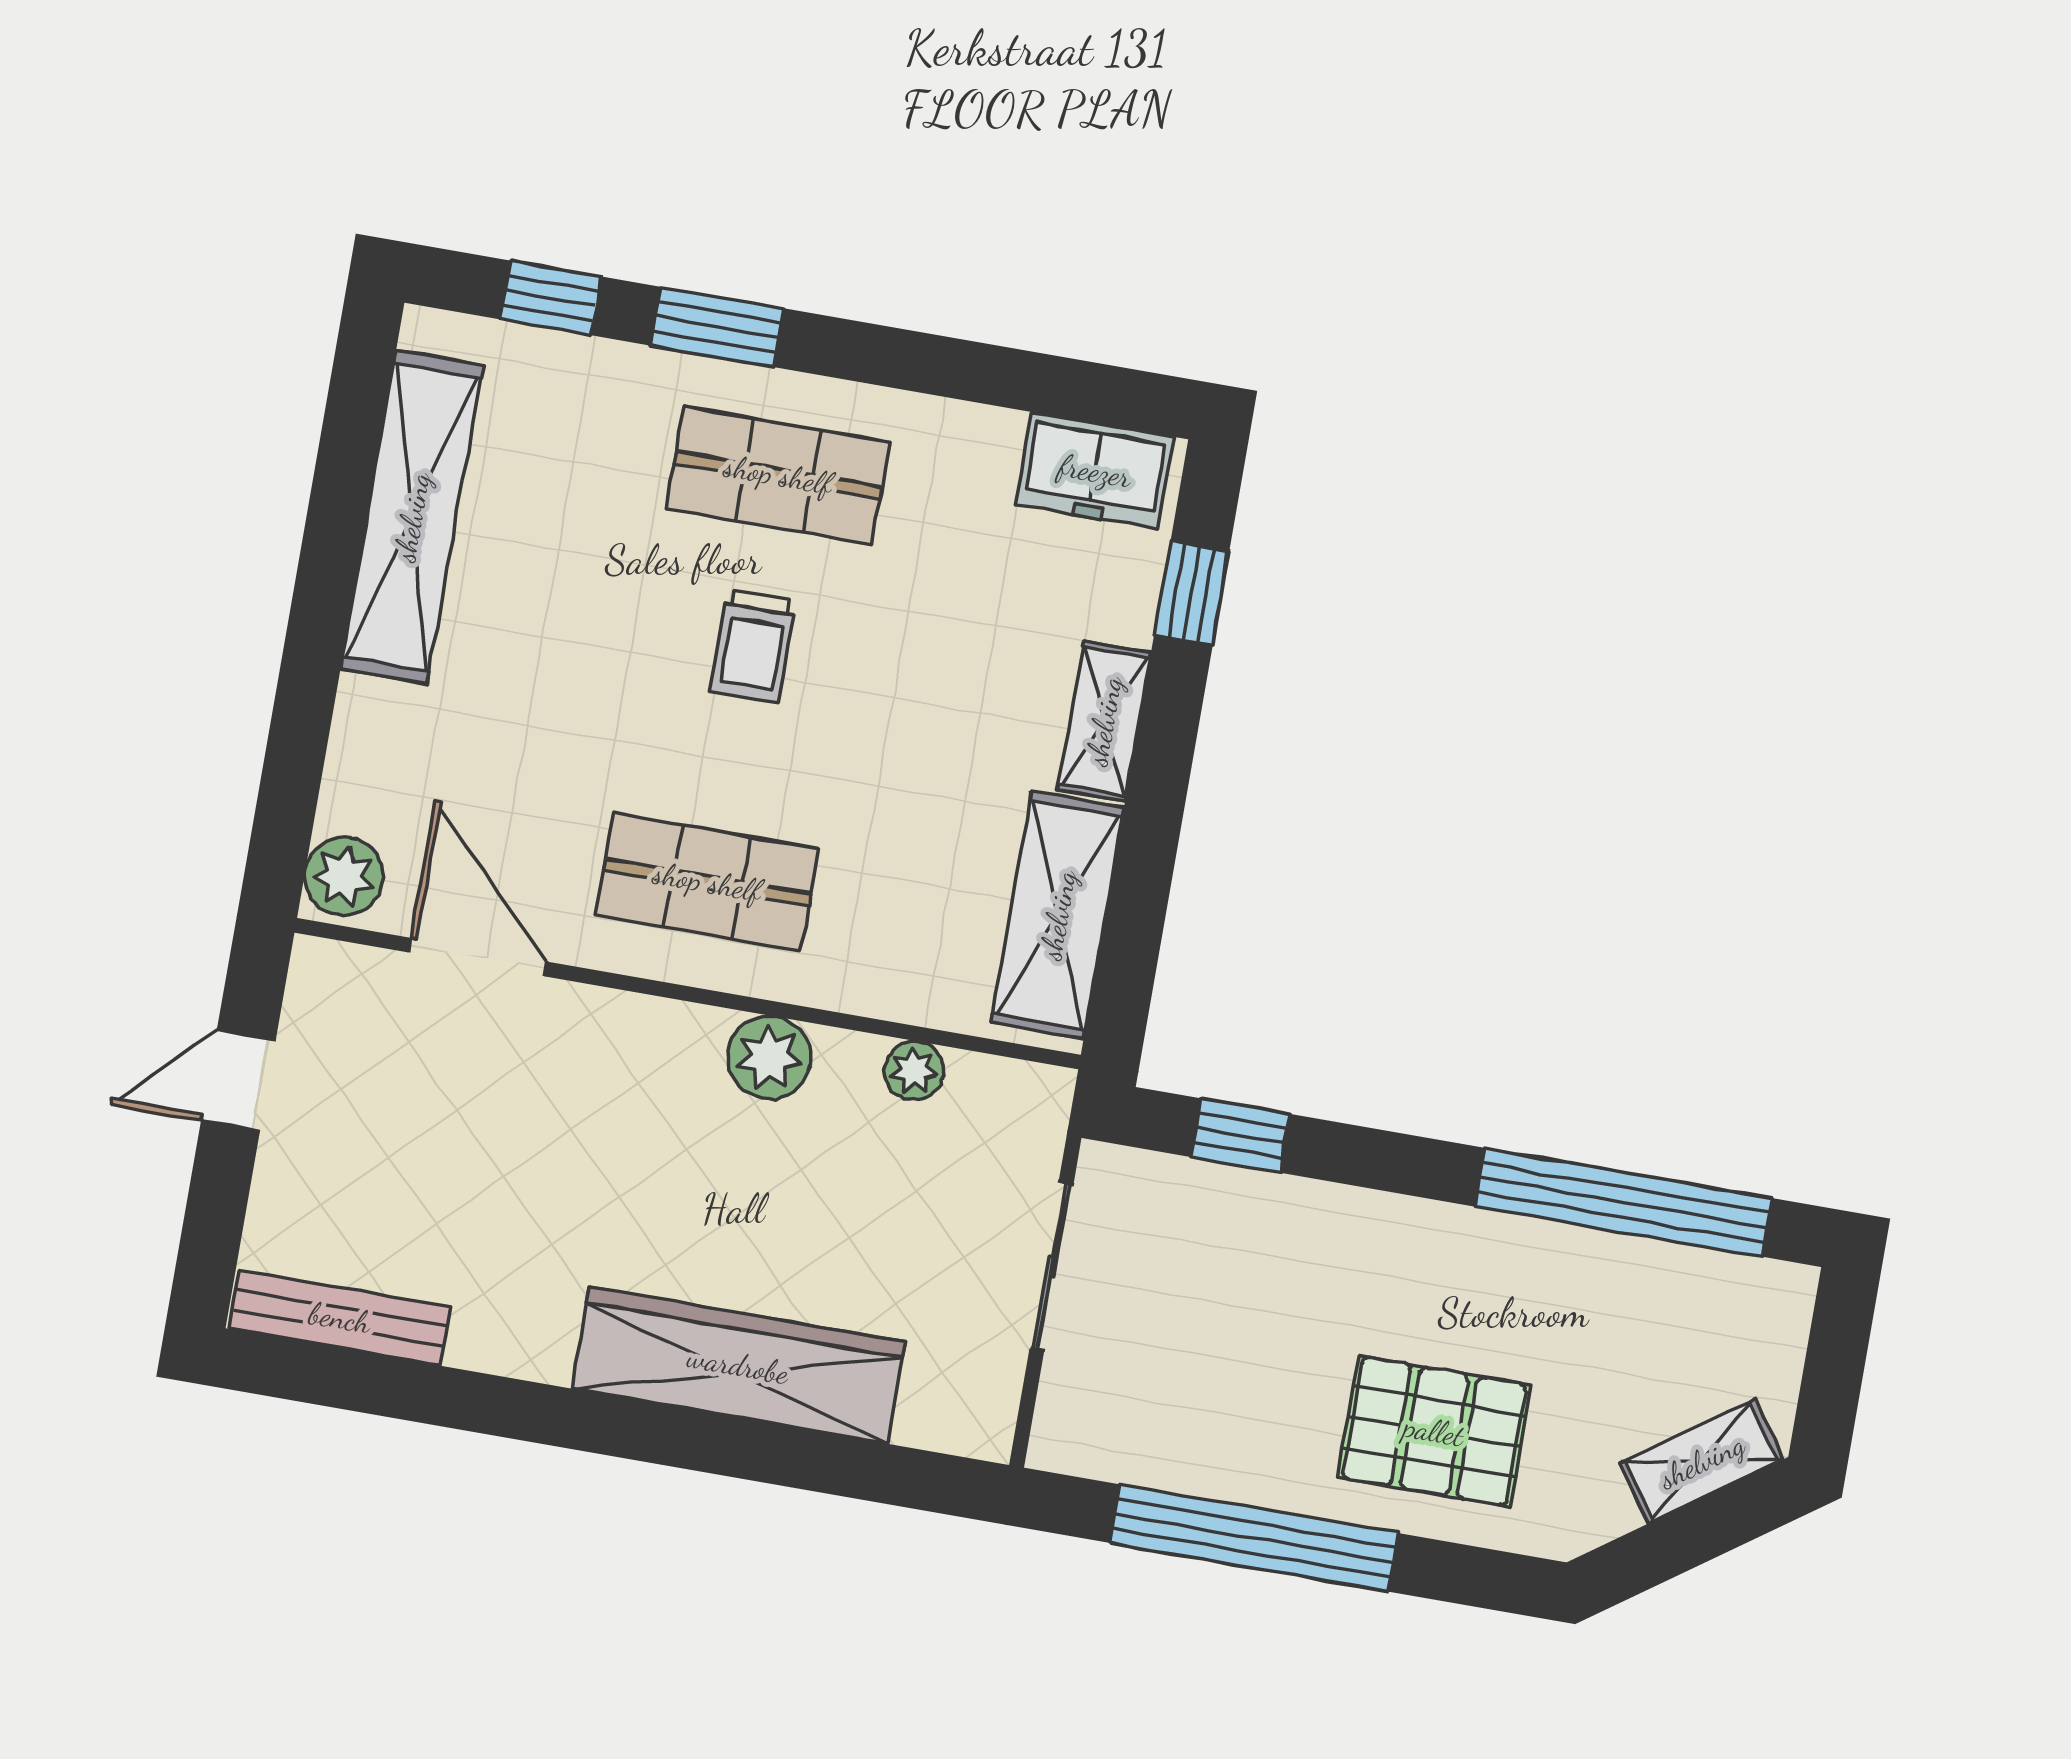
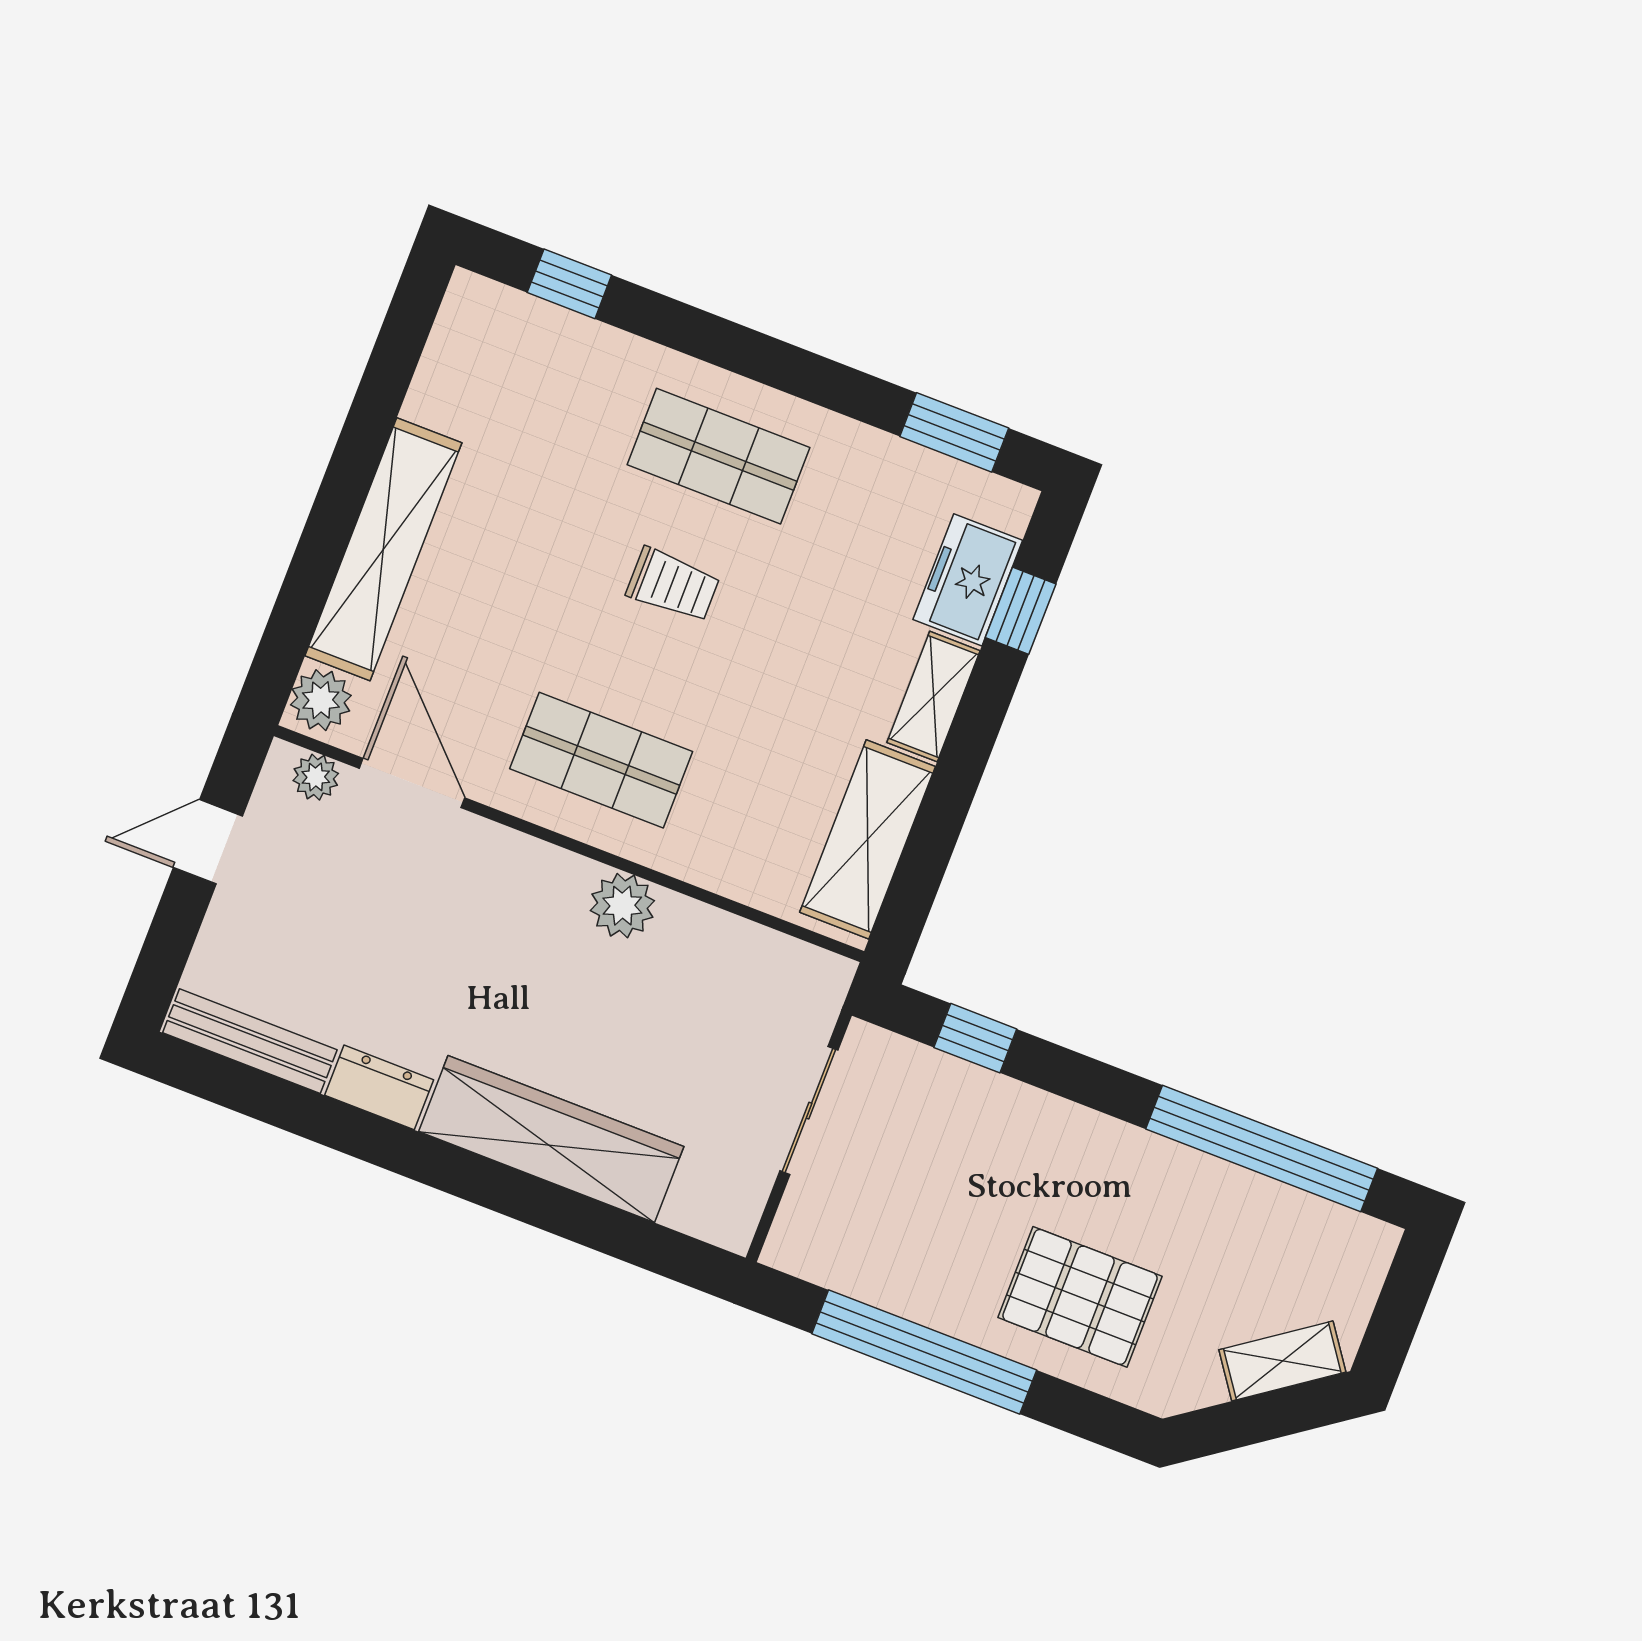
window: (717, 327) -> (954, 432), moved
freezer: (1095, 471) -> (968, 580), moved, turned 90
shelving: (412, 517) -> (383, 549), moved
trolley: (753, 647) -> (673, 585), turned -90
plant: (914, 1071) -> (316, 777), moved
dresser: (512, 1343) -> (379, 1087), added

